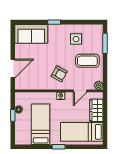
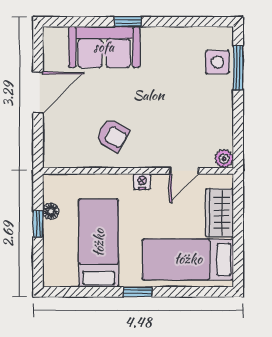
sofa: (31, 34) -> (104, 47), moved
side table: (76, 39) -> (217, 62), moved
coffee table: (87, 61) -> (200, 105), removed
door: (13, 69) -> (38, 93), moved
armchair: (59, 74) -> (112, 135), moved

